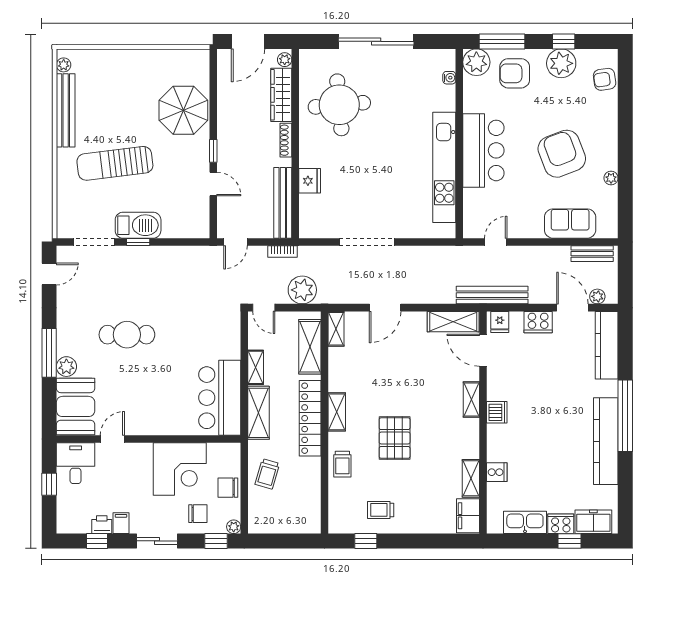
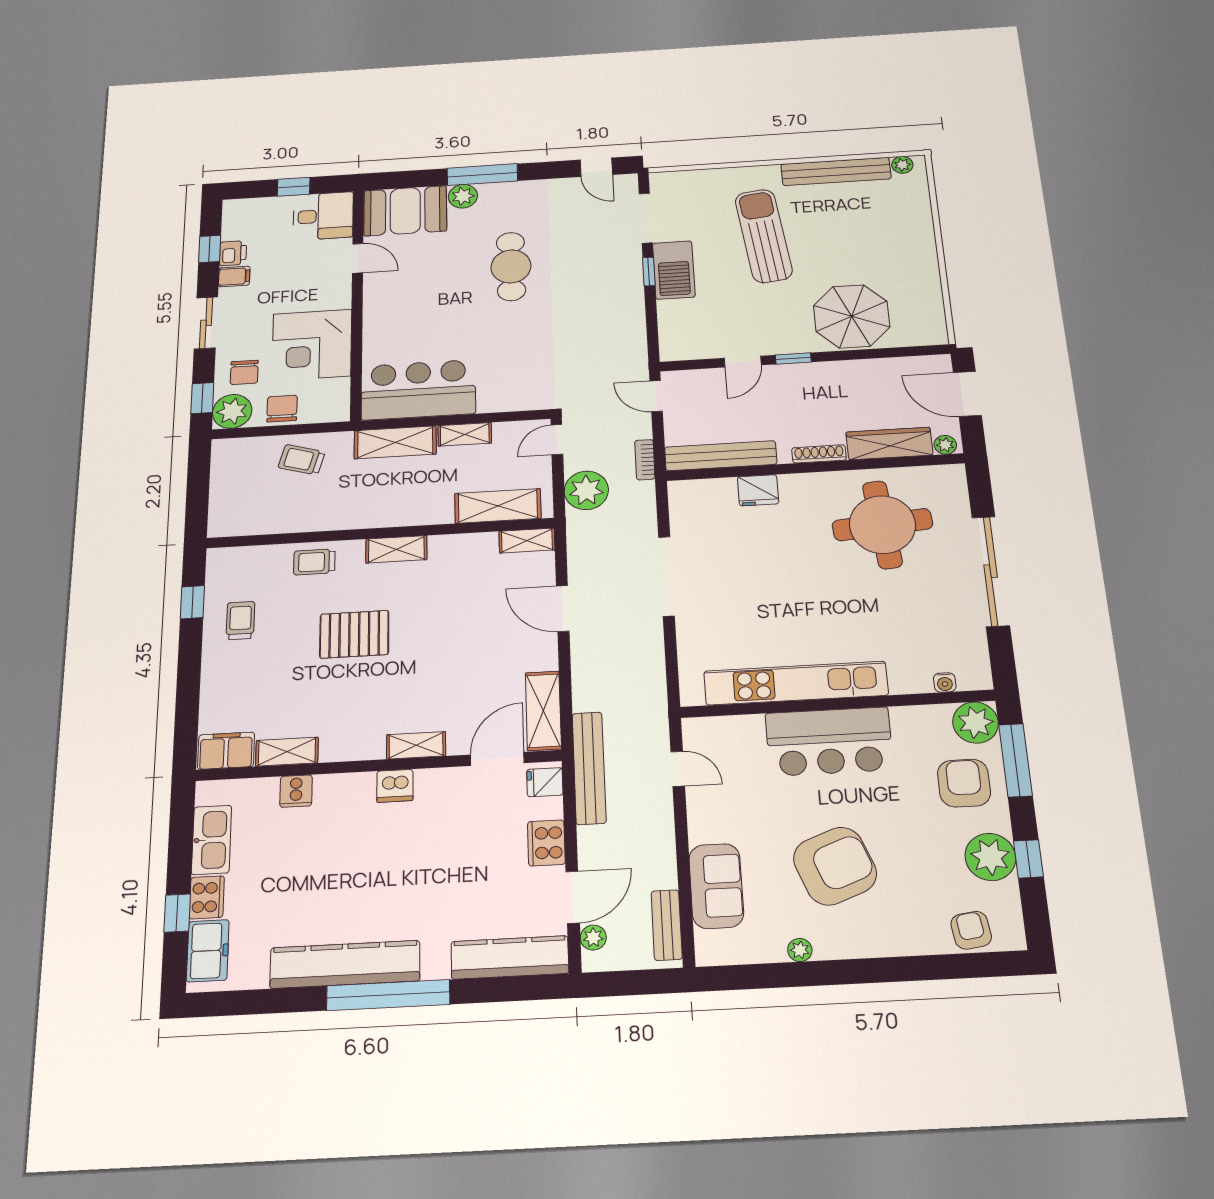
locker: (310, 418) -> (387, 513), removed
plant: (234, 527) -> (232, 411), width x1.88, depth x1.88

